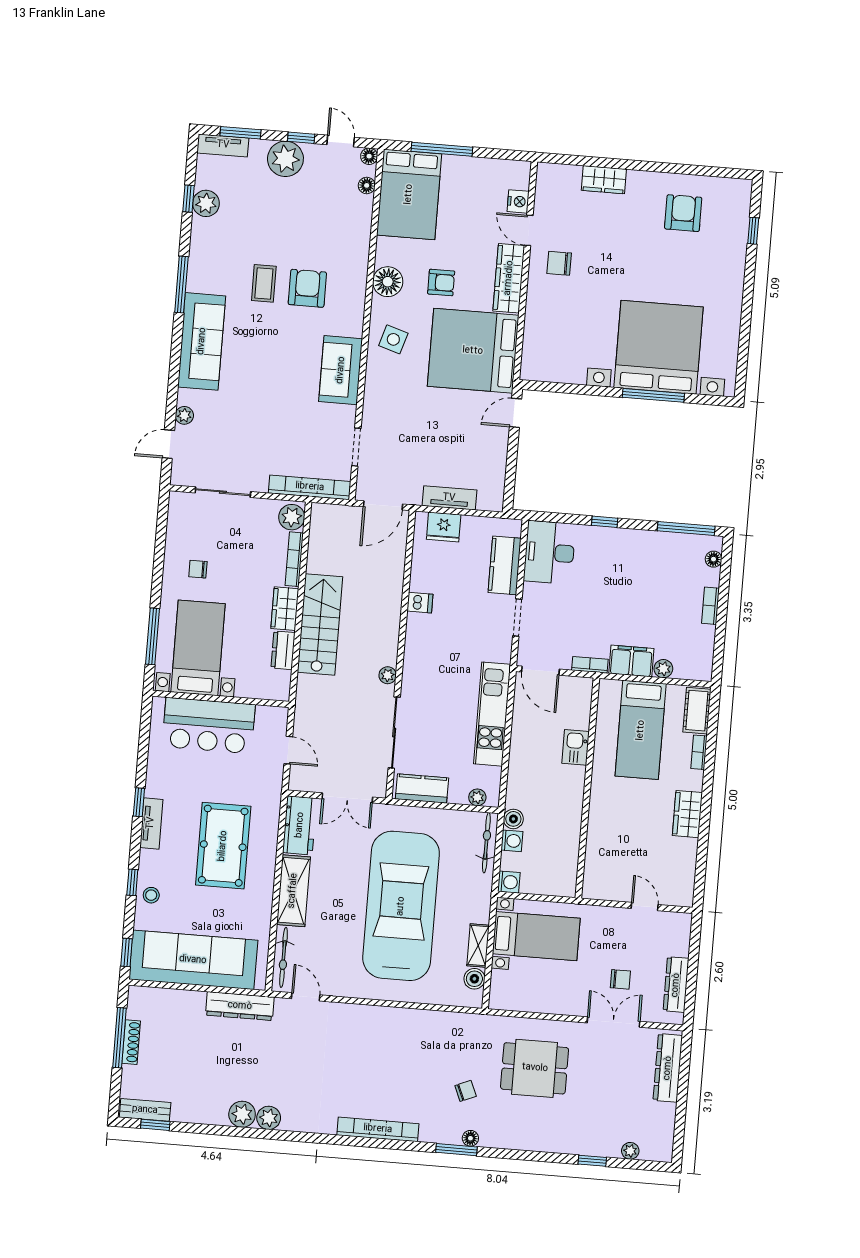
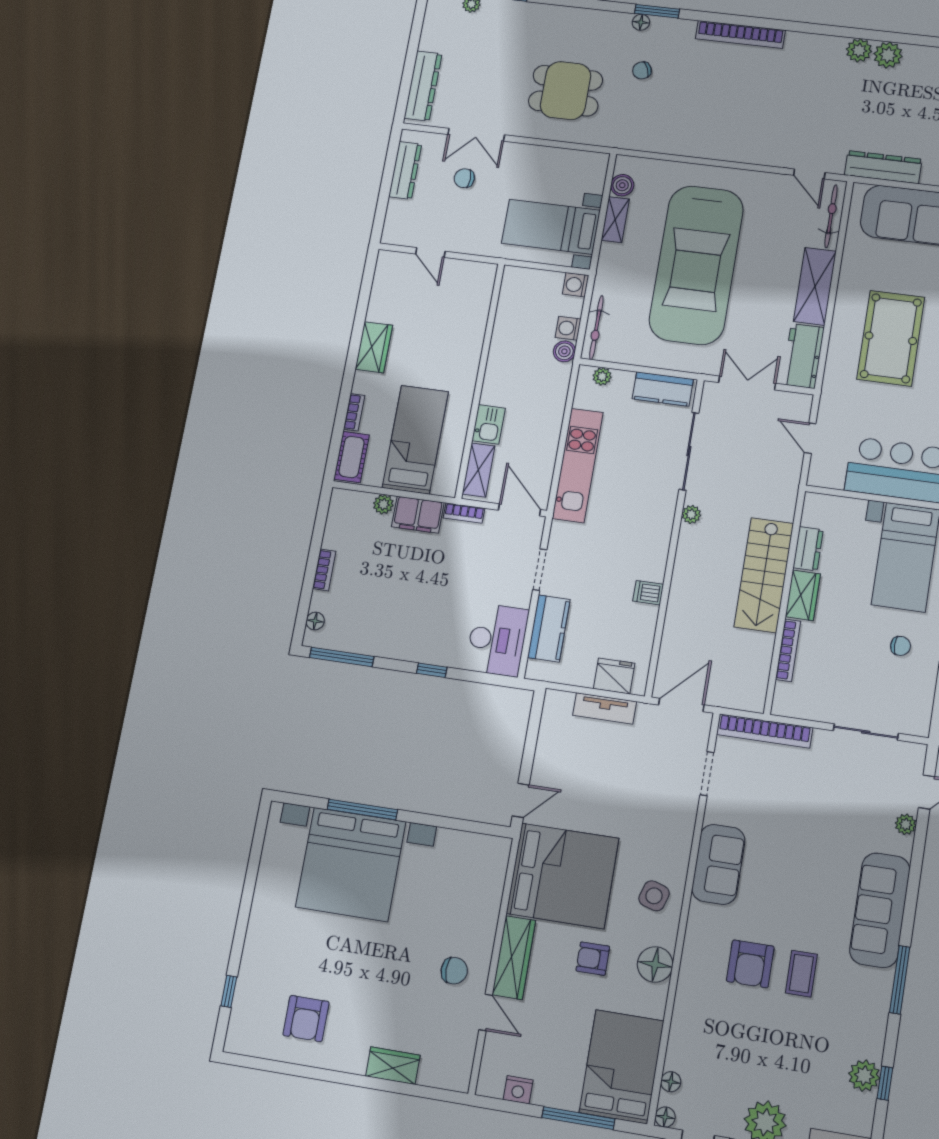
nightstand: (518, 201) -> (518, 1090), moved, turned -90
plant: (292, 517) -> (788, 698), removed
shelving: (581, 705) -> (478, 470), added

